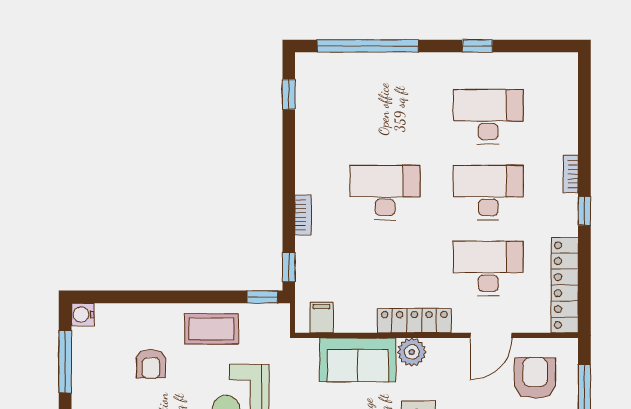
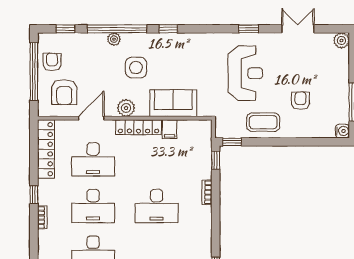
filing cabinet: (322, 317) -> (170, 129), moved
plant: (412, 352) -> (126, 108), moved

